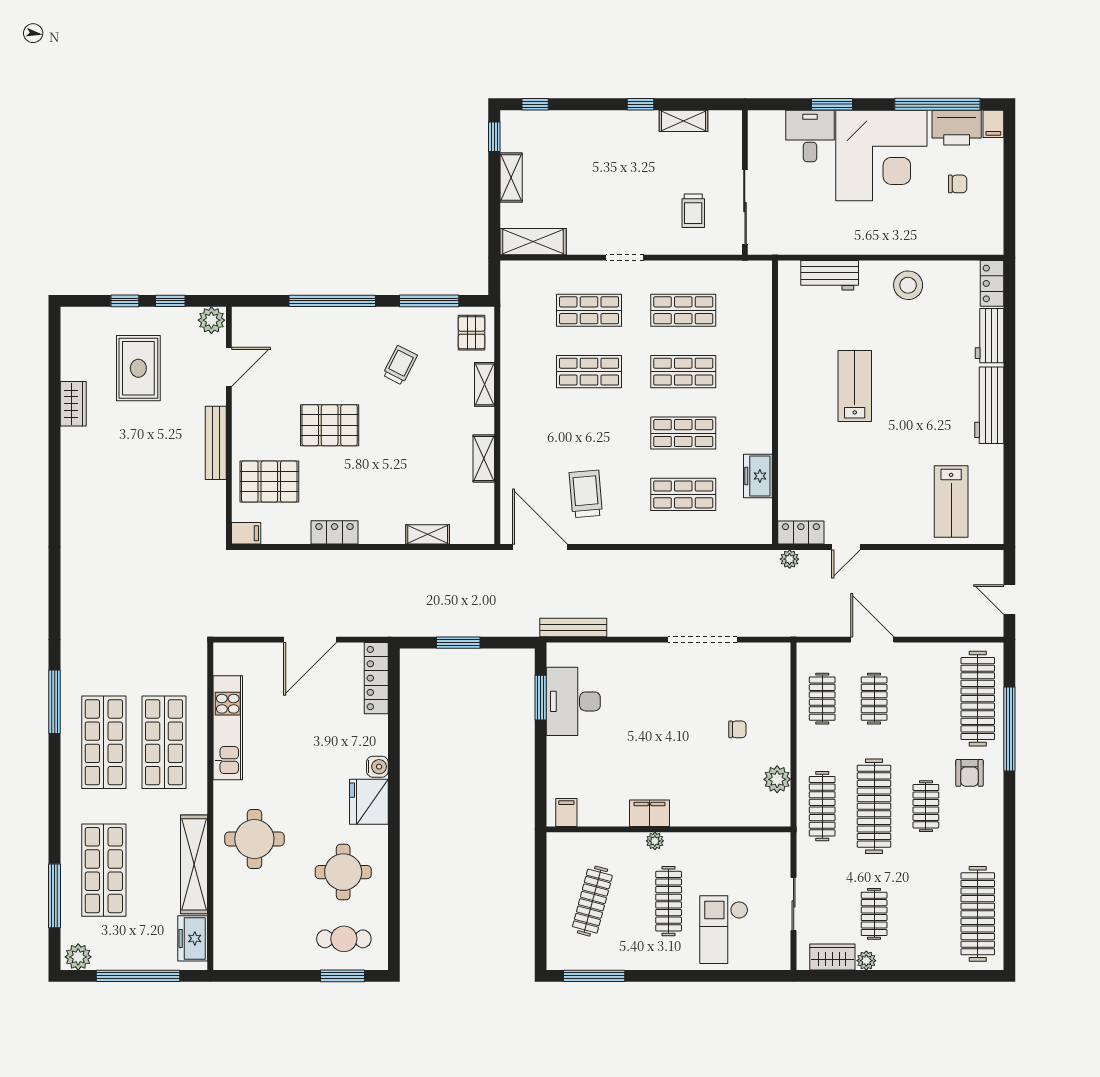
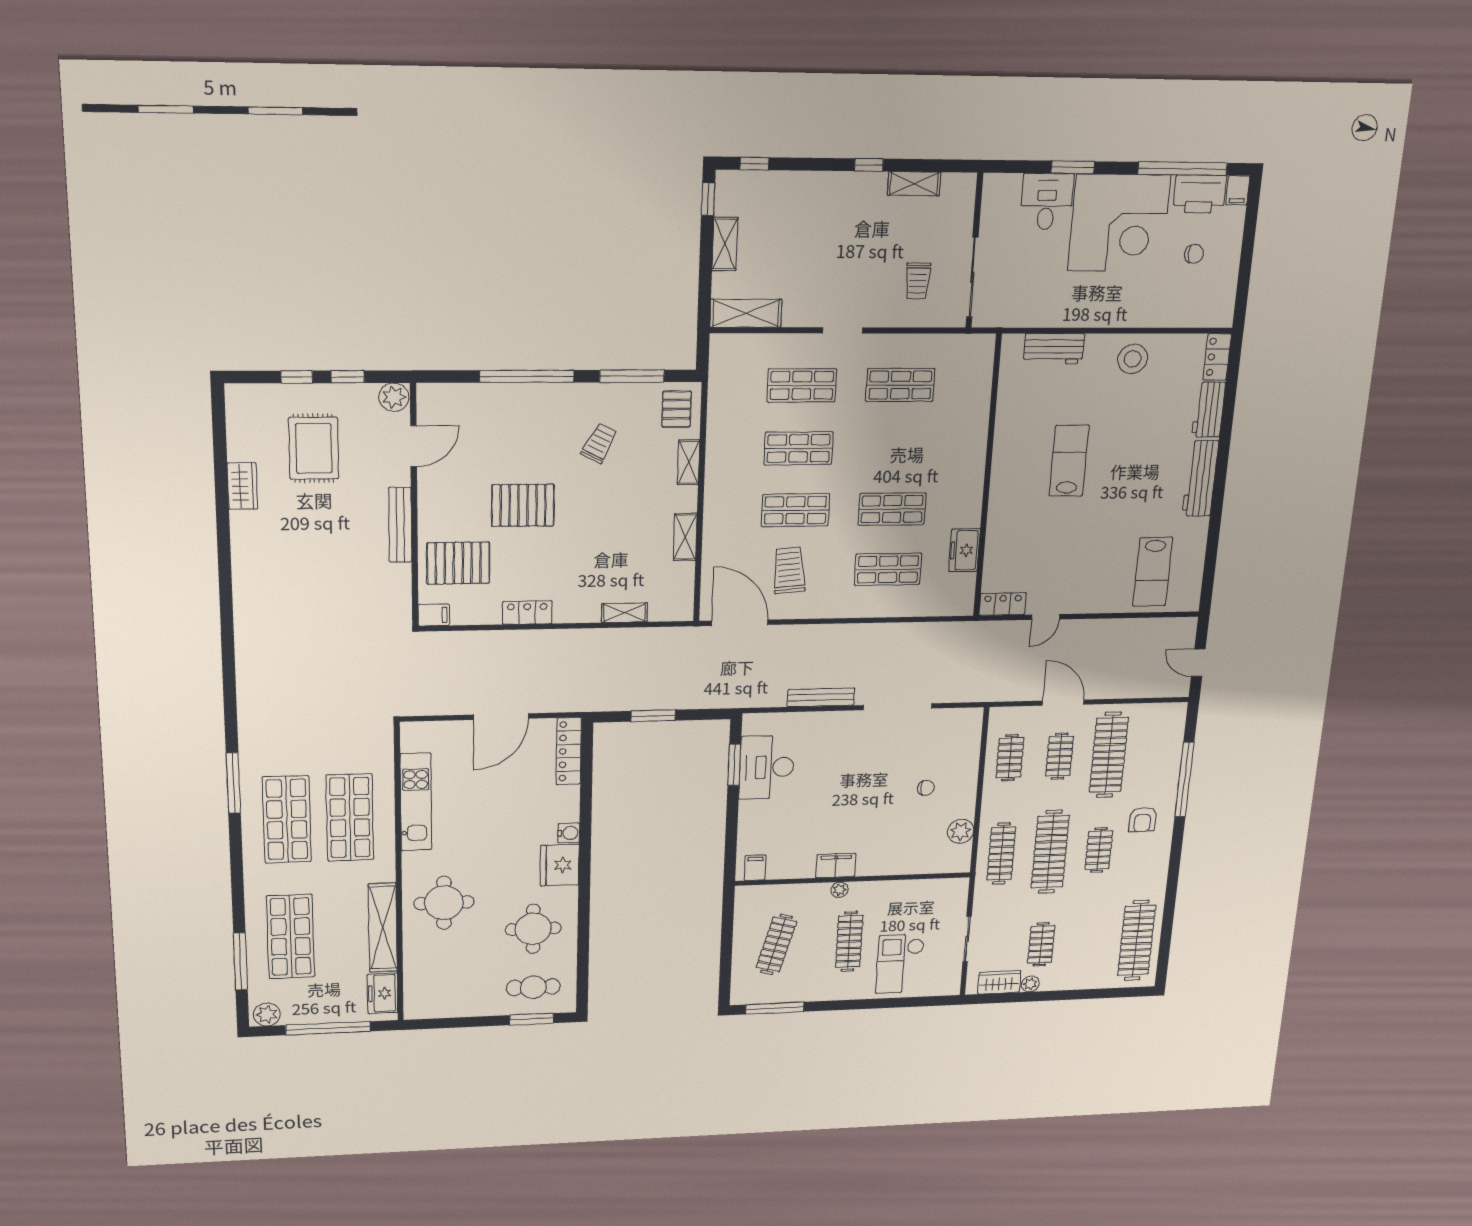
shop shelf: (683, 372) -> (795, 510), moved
plant: (790, 559) -> (989, 629), removed
bench: (573, 627) -> (821, 697), moved
clothes rail: (978, 699) -> (1109, 755), moved

